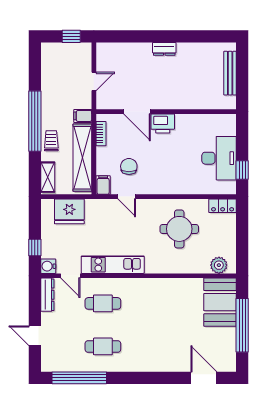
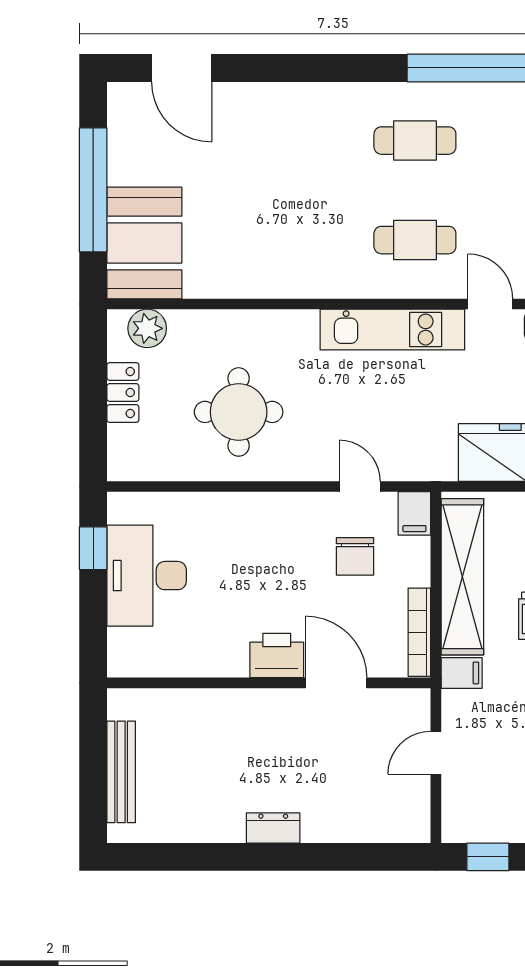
bookcase: (101, 134) -> (419, 632), width x1.56
locker: (223, 206) -> (123, 392), moved, turned 90

